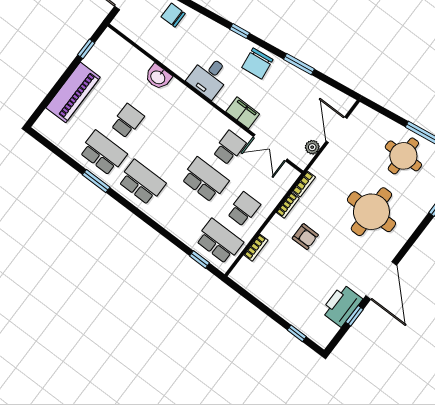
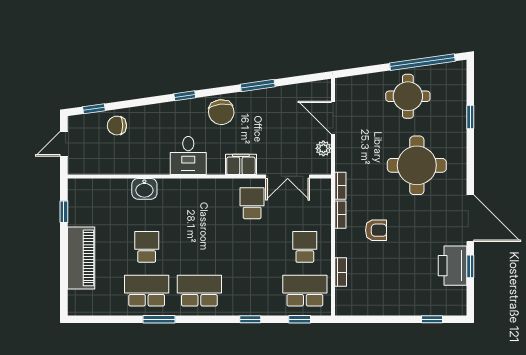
school desk: (205, 180) -> (252, 247), removed
window: (163, 232) -> (250, 319), added

